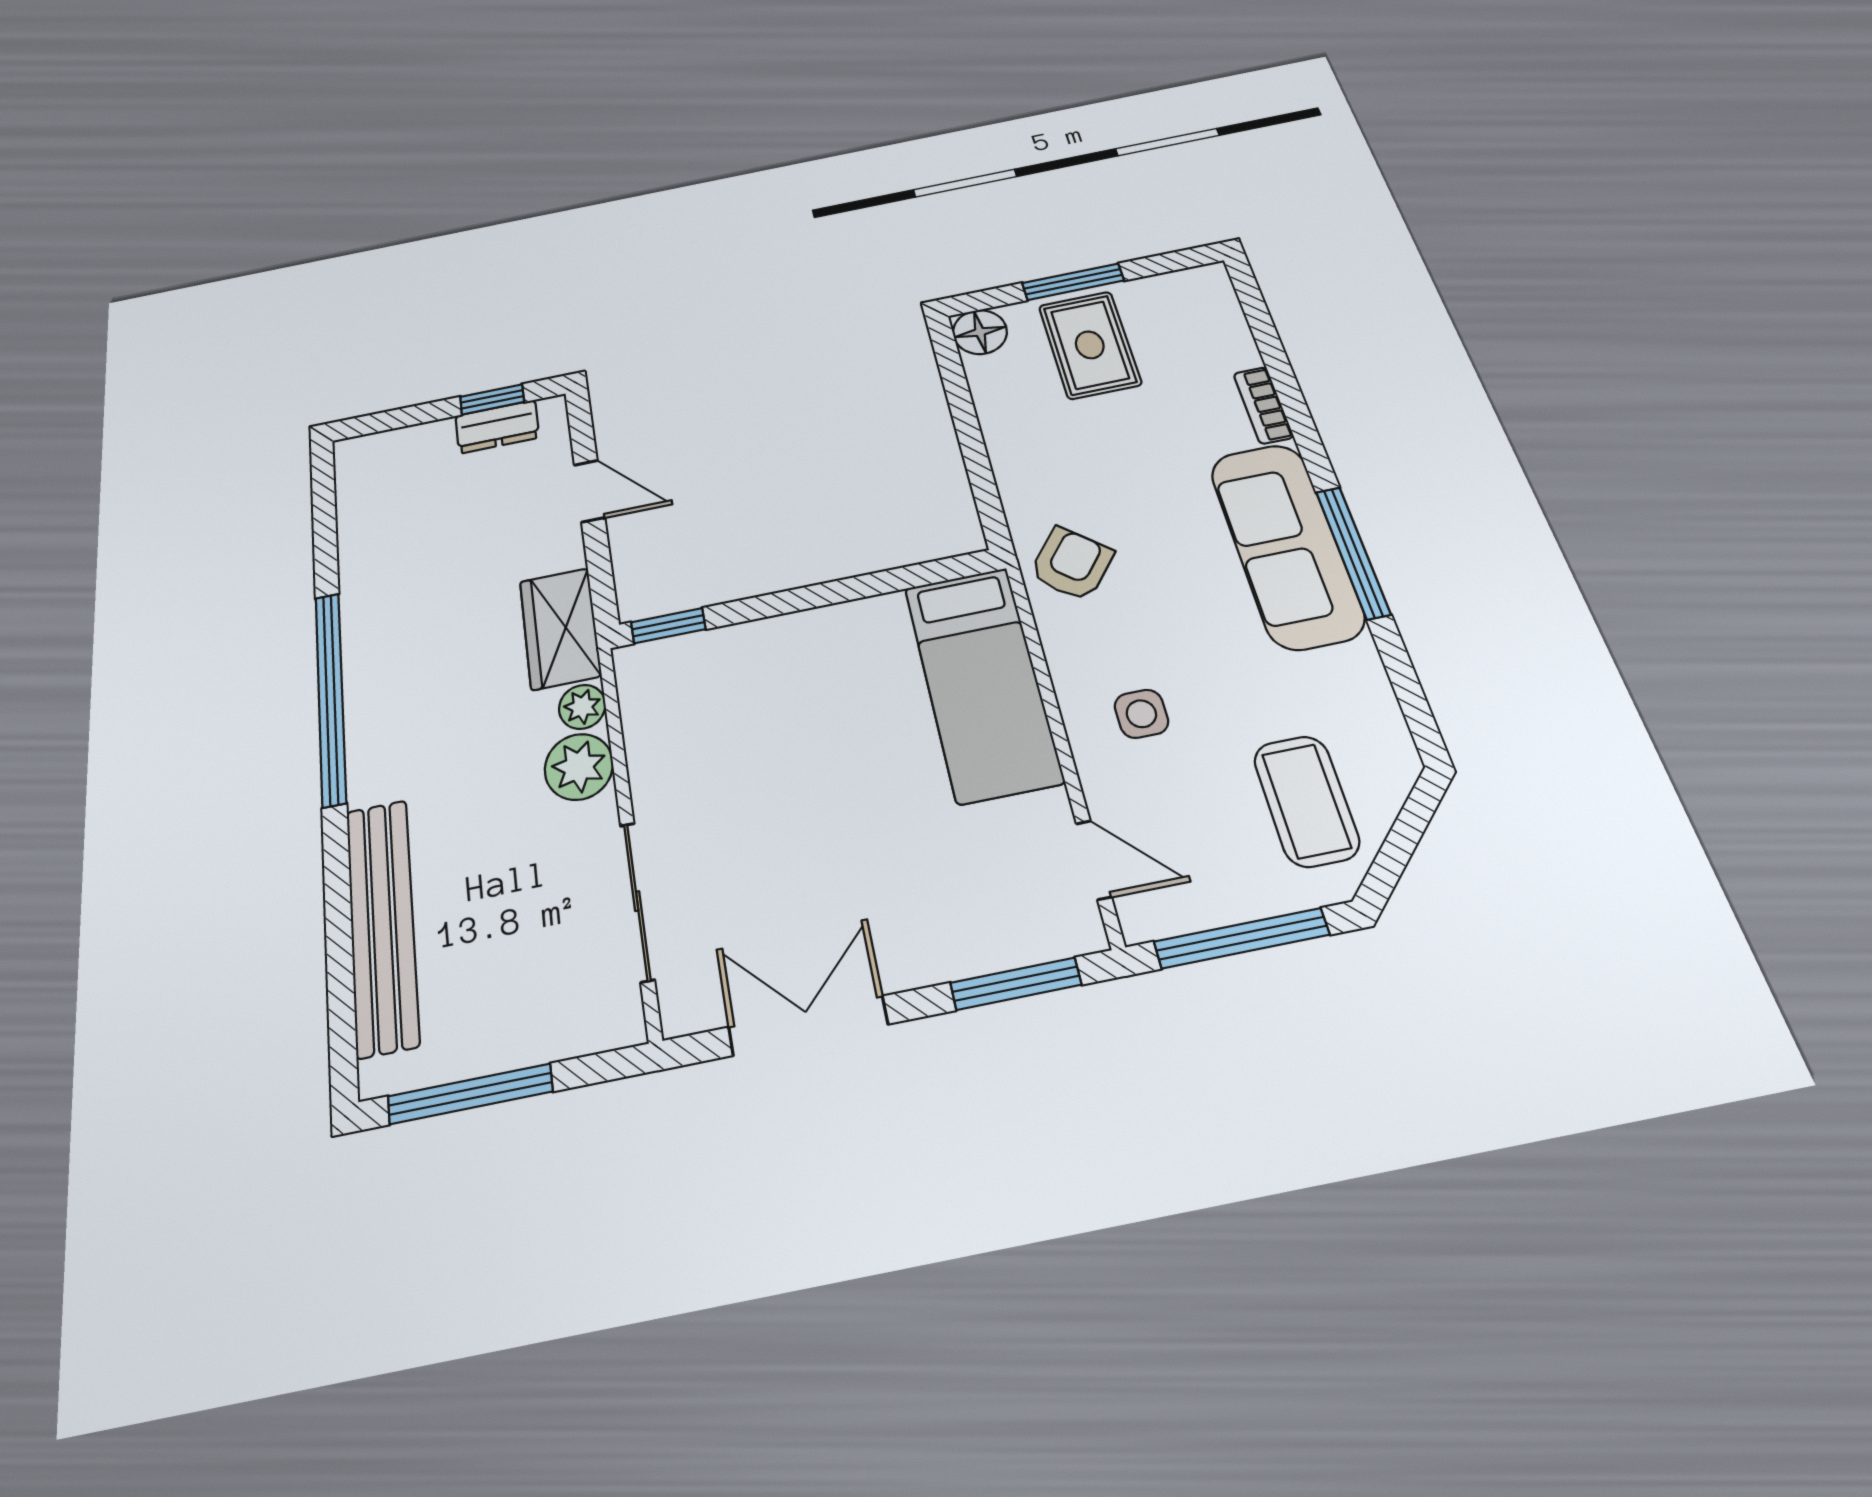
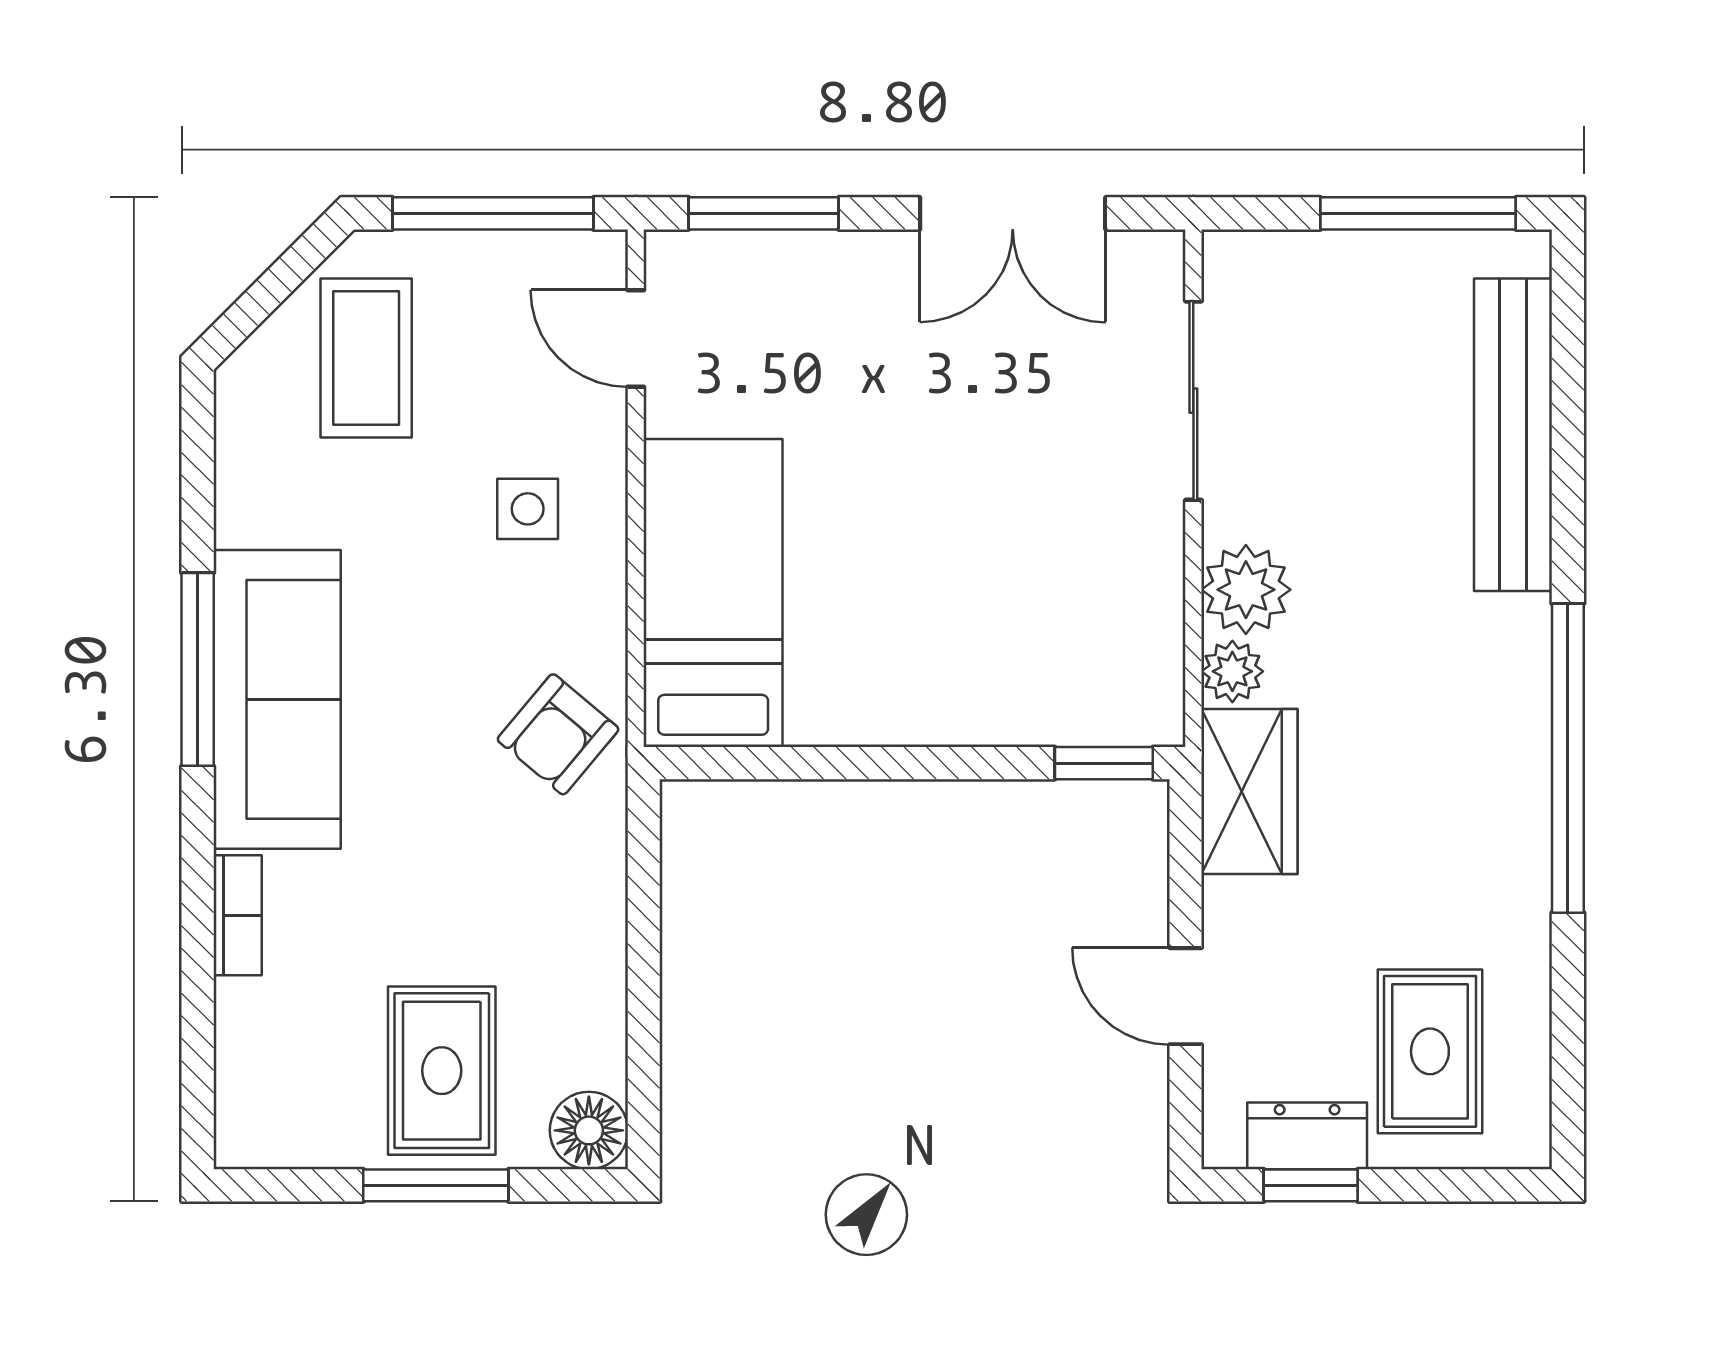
rug: (418, 492) -> (1430, 1051), added

